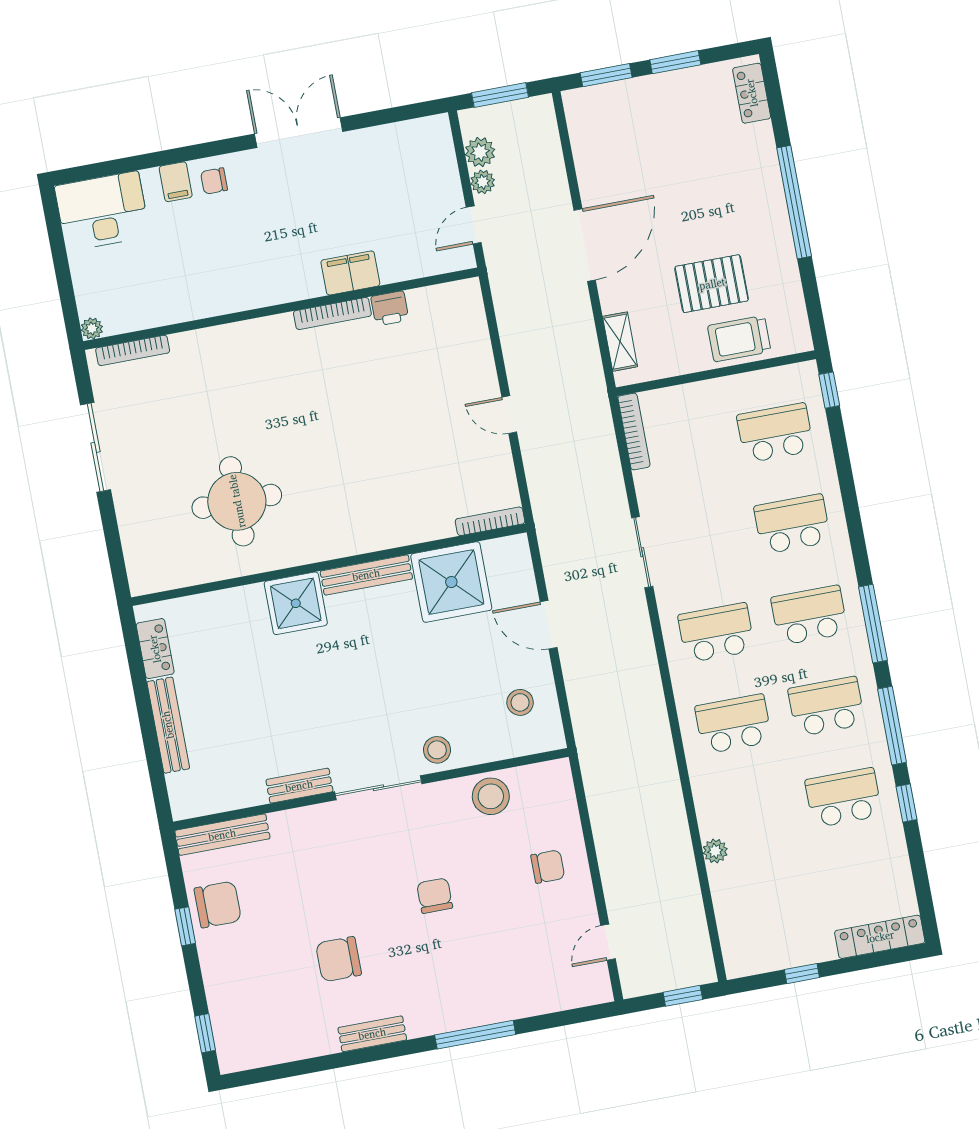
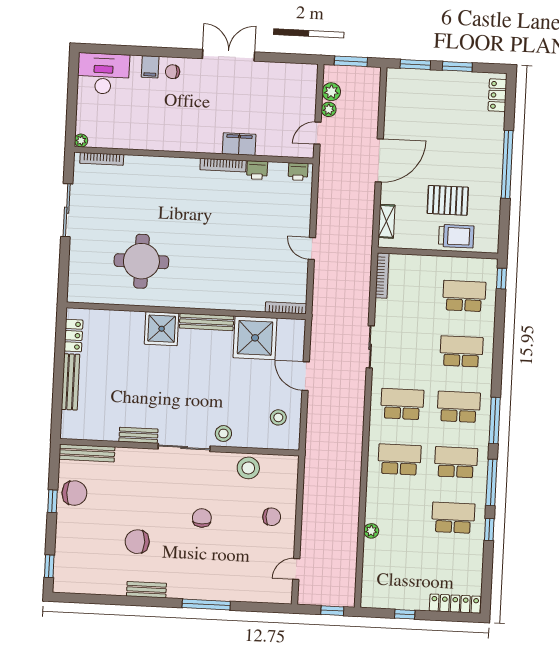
printer: (457, 295) -> (298, 172), added
trolley: (739, 339) -> (456, 236), turned 180

